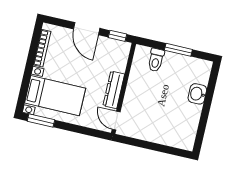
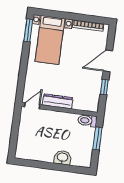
wall: (124, 88) -> (60, 109), moved
dresser: (114, 90) -> (58, 101), moved
door: (116, 121) -> (32, 106), moved

